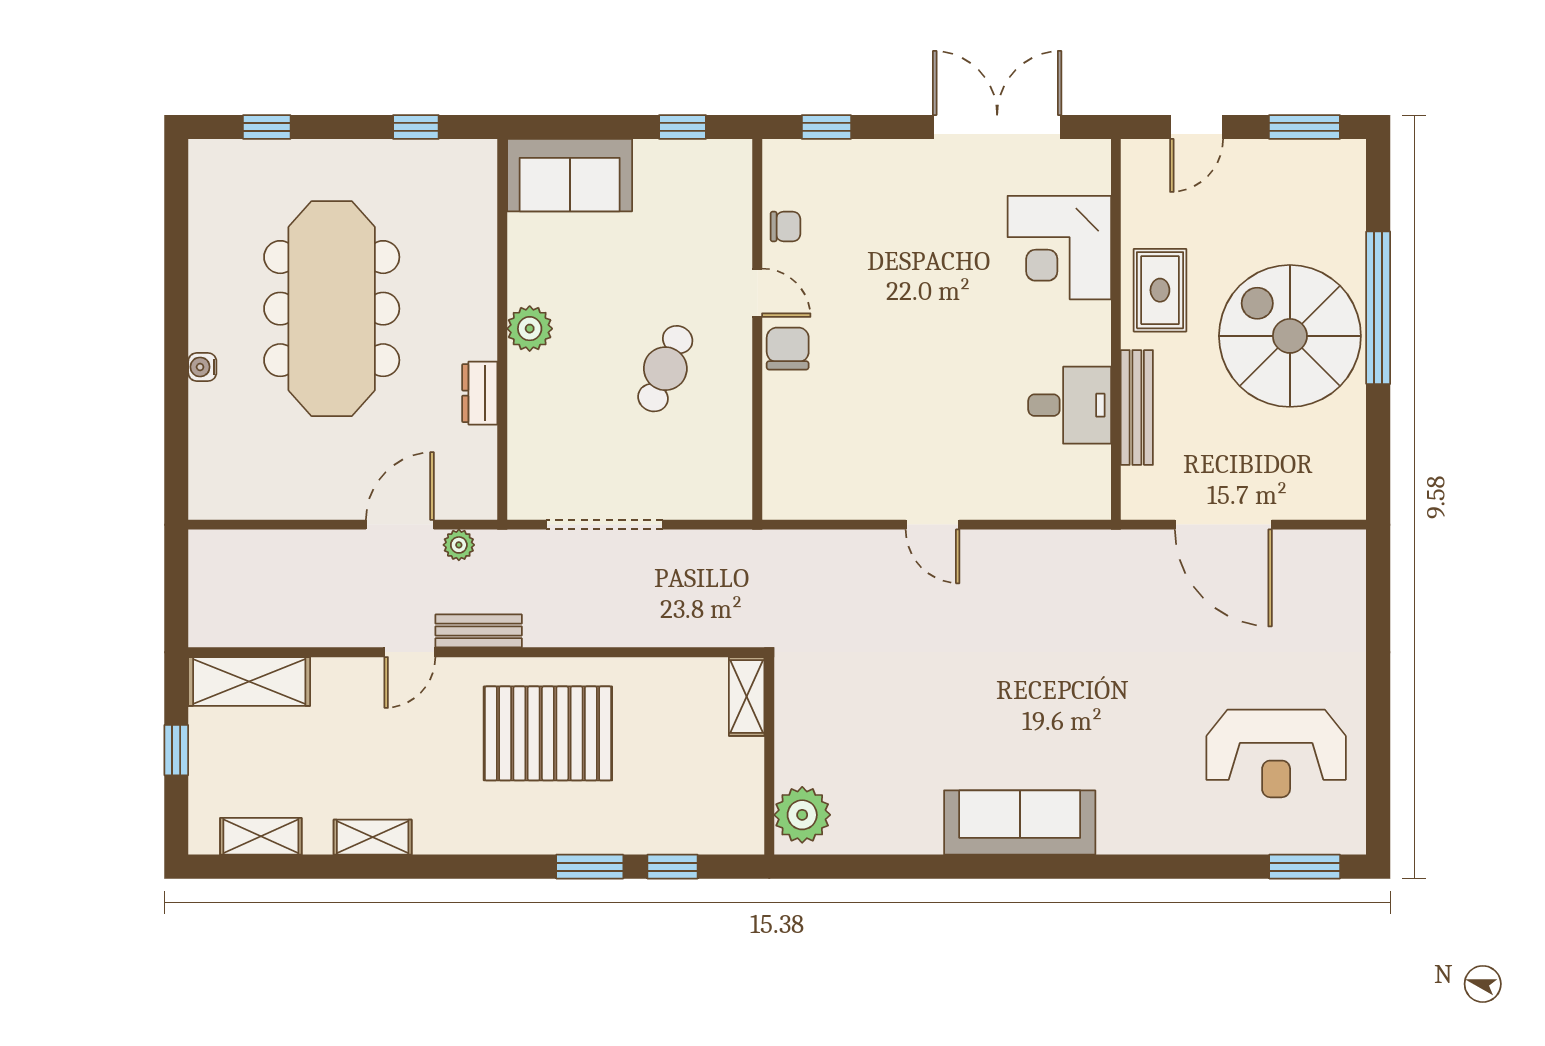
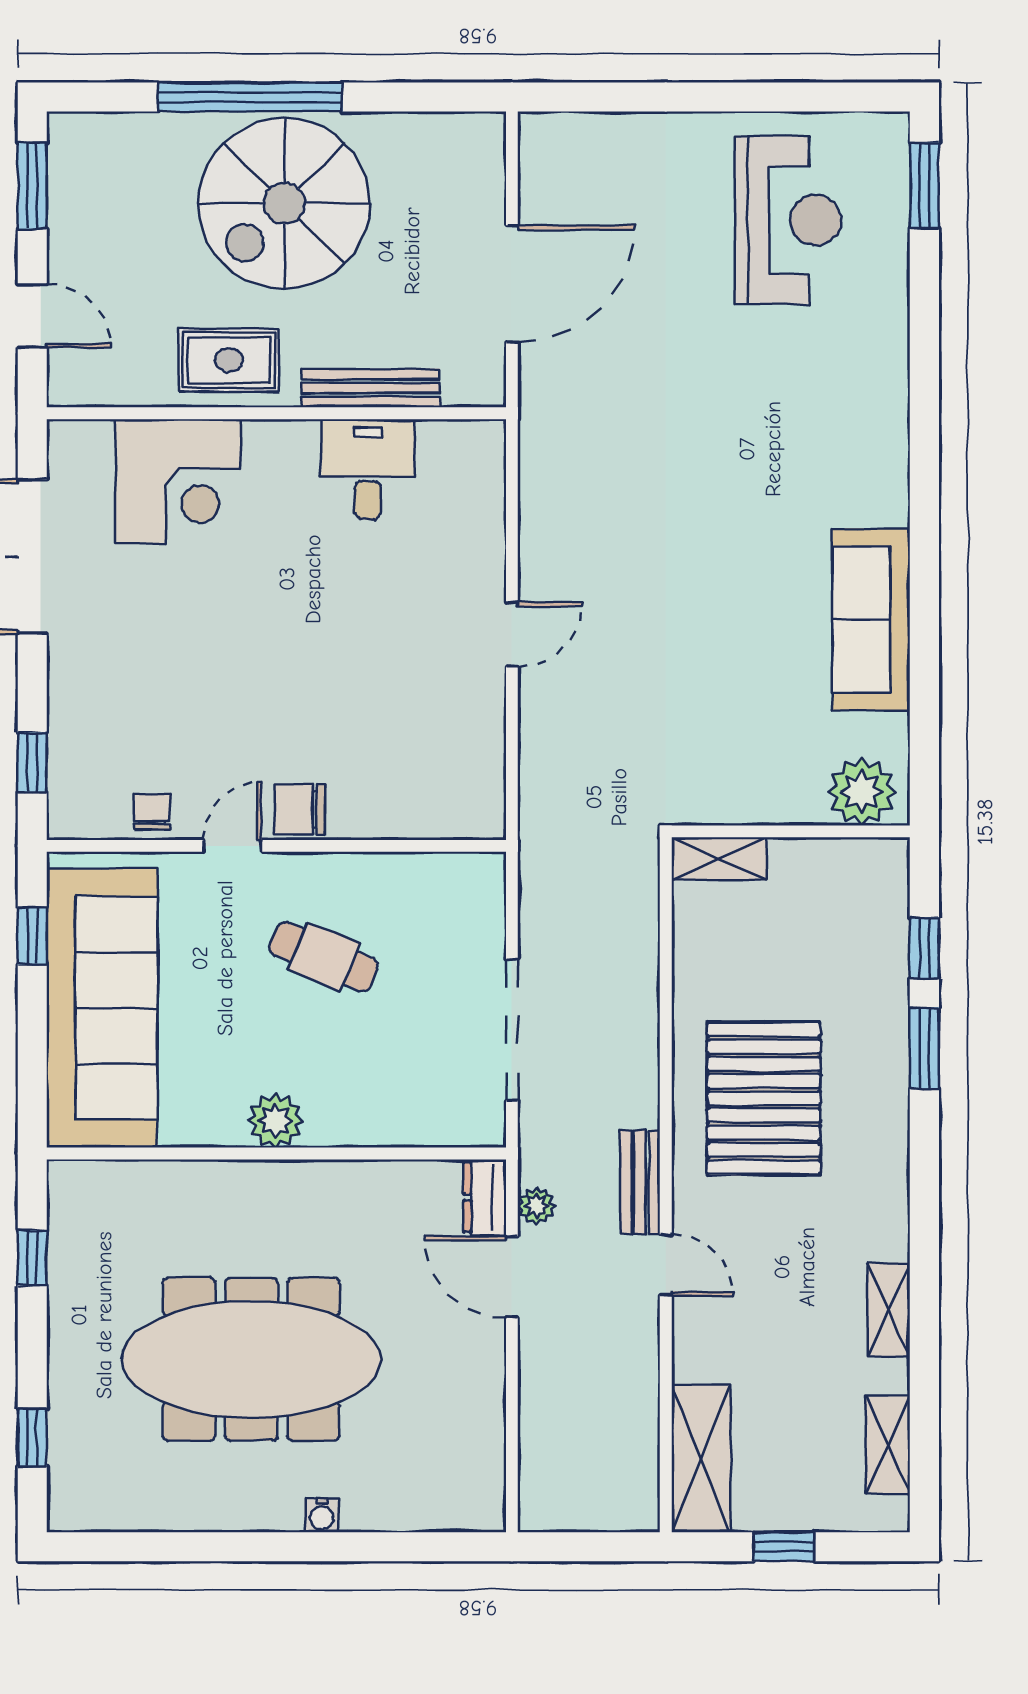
sofa: (570, 175) -> (102, 1008), width x1.85, depth x1.27
dresser: (480, 393) -> (485, 1197), moved, turned 90
sofa: (1020, 823) -> (871, 619), moved

